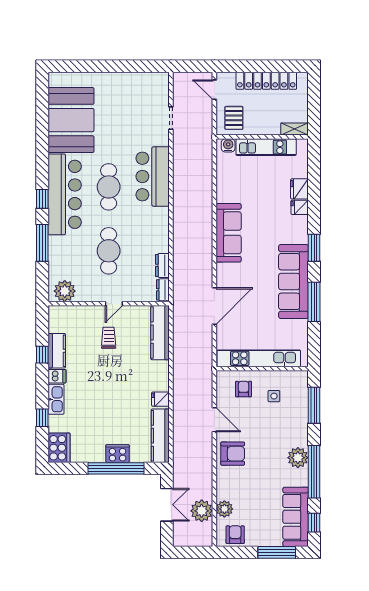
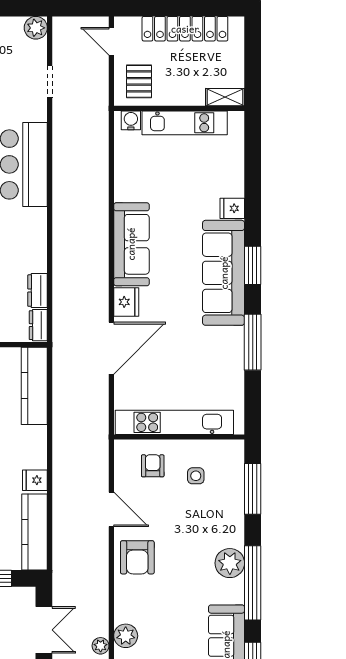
plant: (161, 80) -> (36, 28), added
fridge: (299, 189) -> (126, 302), moved, turned 180
sofa: (293, 282) -> (224, 273), moved
armchair: (233, 454) -> (137, 557), turned 90
plant: (202, 511) -> (101, 646), width x0.53, depth x0.53

